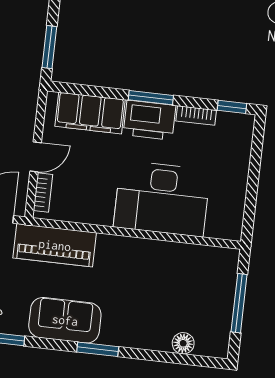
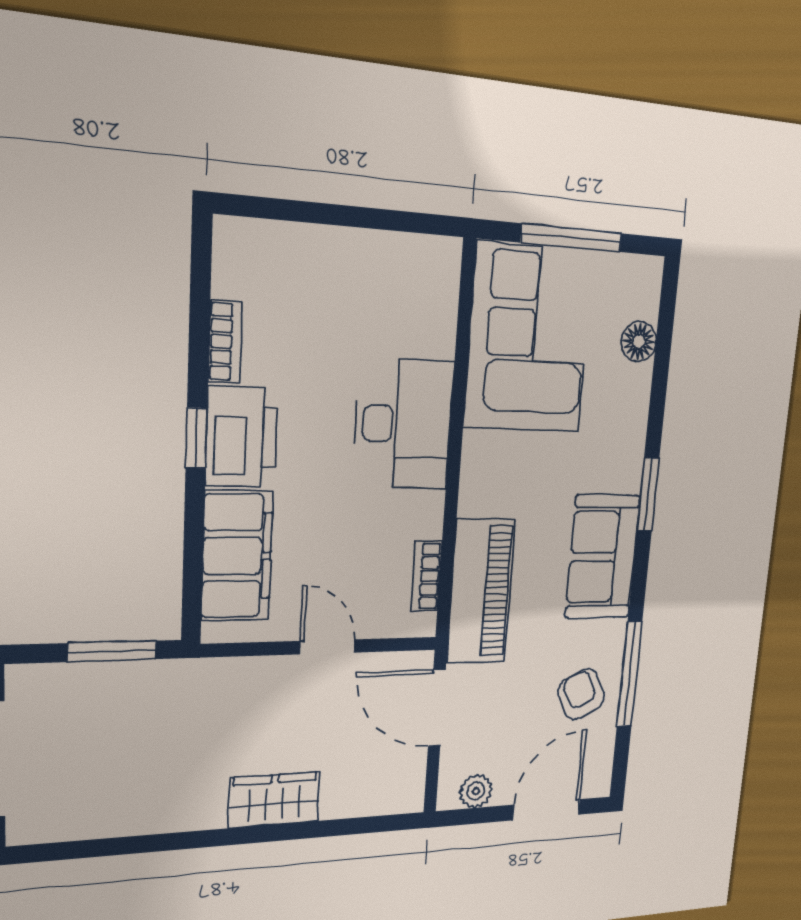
window: (151, 98) -> (196, 438), width x0.67
window: (232, 107) -> (201, 266), removed
bookcase: (43, 193) -> (426, 576), moved, turned -90
desk: (162, 199) -> (403, 424), width x0.73, depth x0.77
corner sofa: (188, 277) -> (529, 339), added

